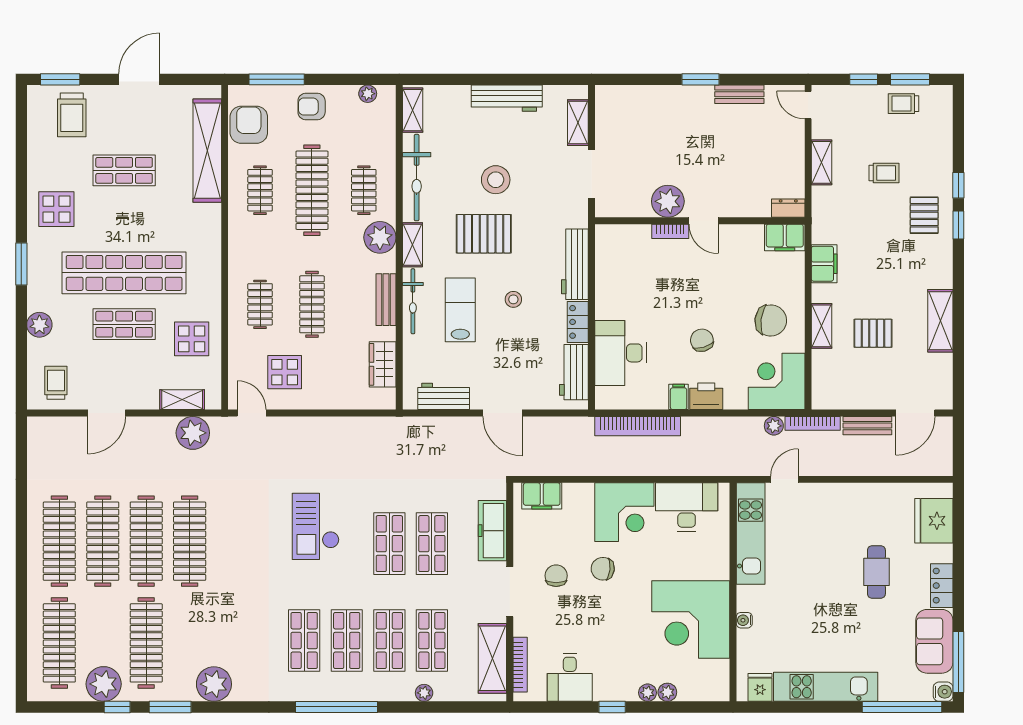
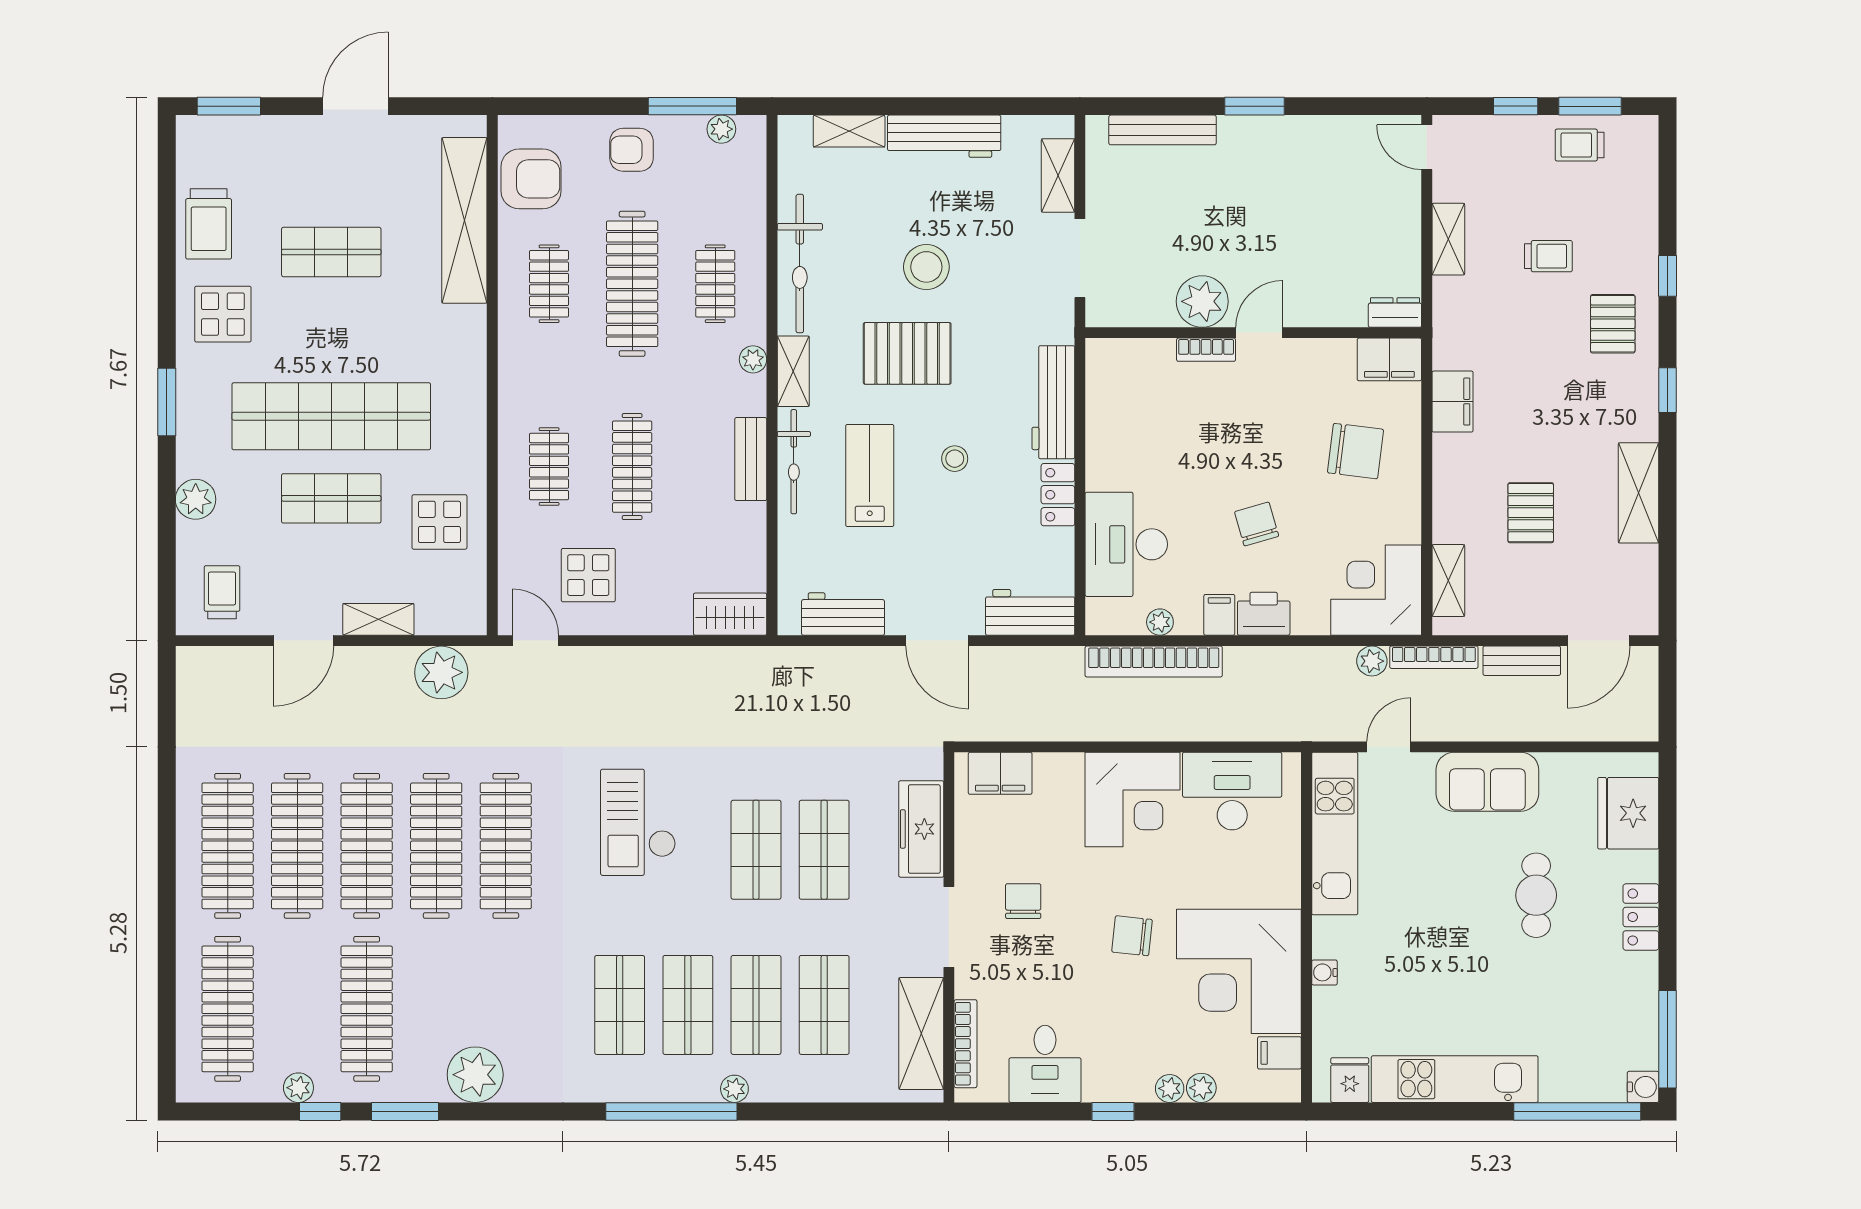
window: (277, 79) -> (692, 106), moved
bench: (739, 94) -> (1163, 130), moved, width x1.36
shelving: (413, 110) -> (849, 131), moved, turned 90
trolley: (72, 115) -> (209, 224), moved
armchair: (249, 125) -> (531, 179), turned 90
door: (704, 221) -> (1259, 333), swing flipped
window: (958, 225) -> (1668, 390), moved
plant: (380, 237) -> (753, 359), width x0.53, depth x0.53
chair: (771, 320) -> (1355, 451), moved
shelving: (822, 326) -> (1448, 581), moved
pallet: (873, 333) -> (1531, 513), turned 90
wardrobe: (383, 364) -> (730, 614), moved, turned 90
workbench: (574, 372) -> (1030, 612), moved, turned 90
shelving: (182, 400) -> (378, 619), moved
plant: (641, 401) -> (1160, 622), added
clothes rail: (233, 541) -> (506, 846), added
chair: (603, 569) -> (1132, 936), moved
sofa: (934, 641) -> (1487, 782), moved, turned -90
filing cabinet: (716, 670) -> (1279, 1053), added
plant: (104, 684) -> (298, 1088), width x0.53, depth x0.53
plant: (424, 693) -> (734, 1089), moved

